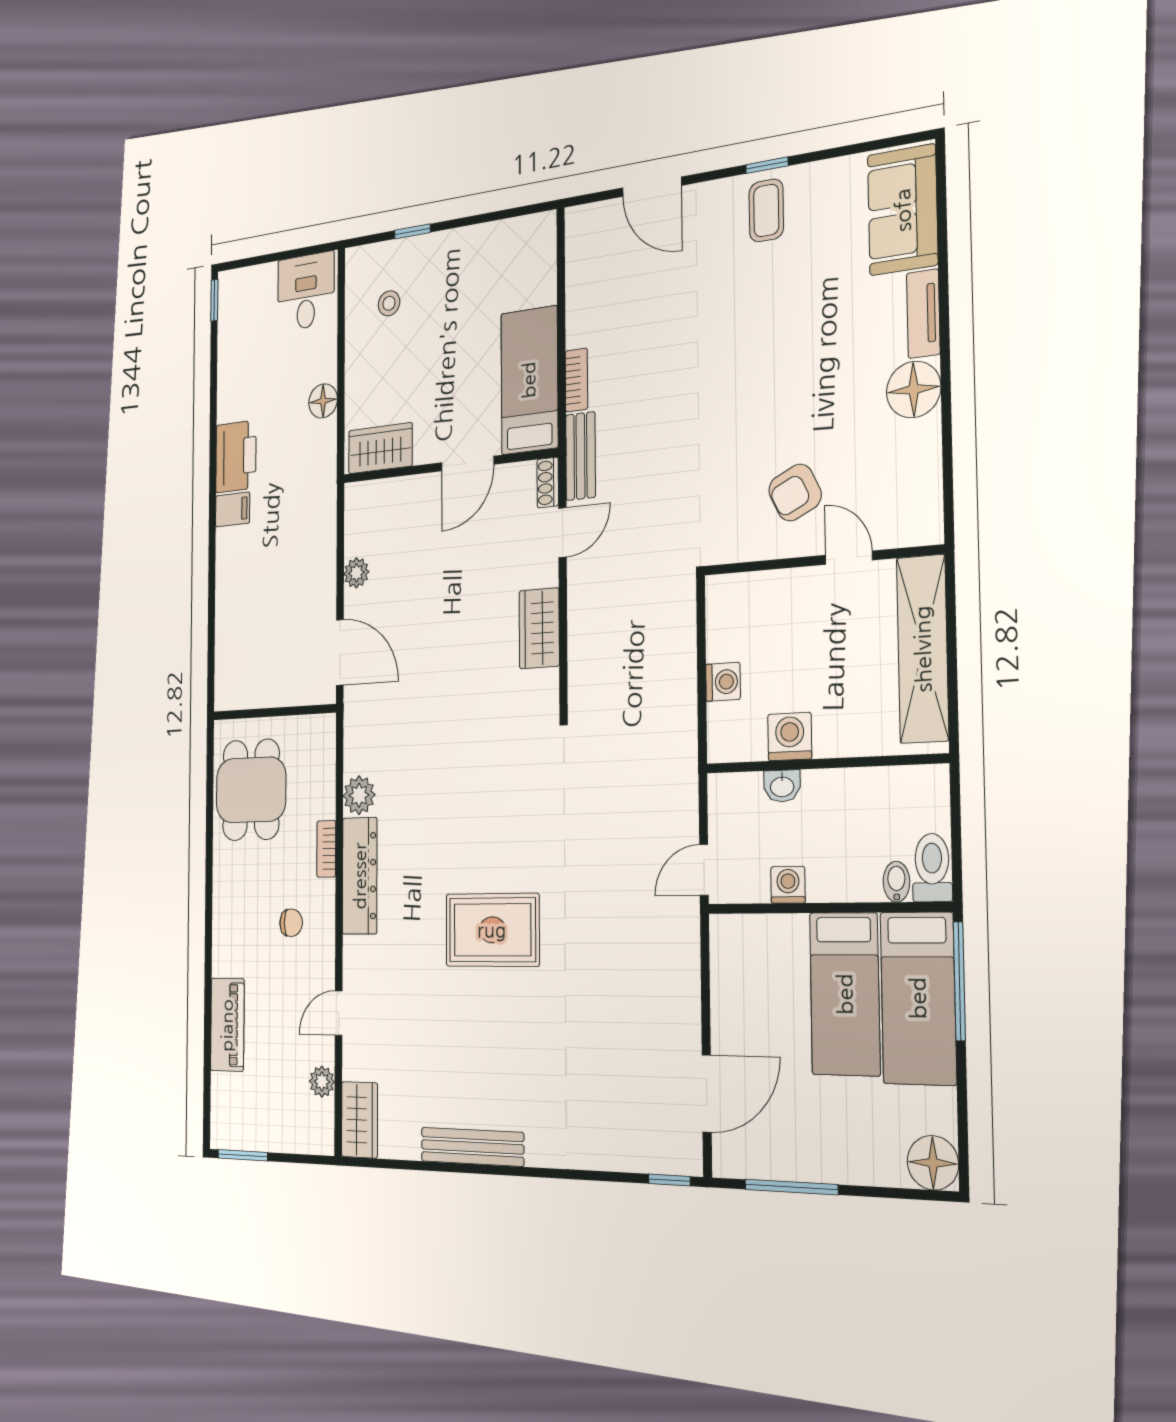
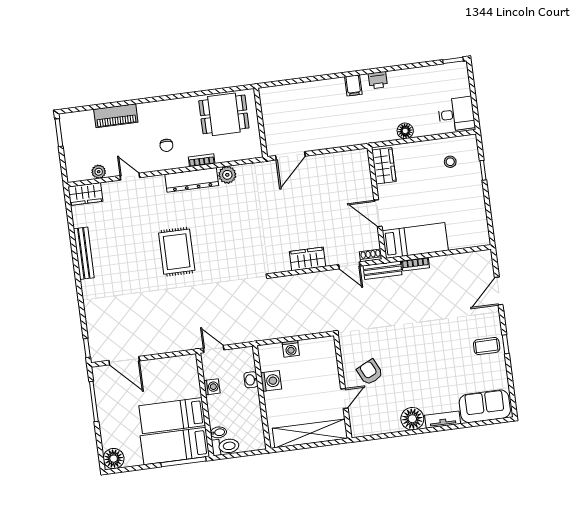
printer: (236, 457) -> (378, 80), width x0.53, depth x0.68
plant: (356, 573) -> (327, 160), removed

